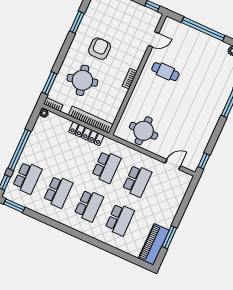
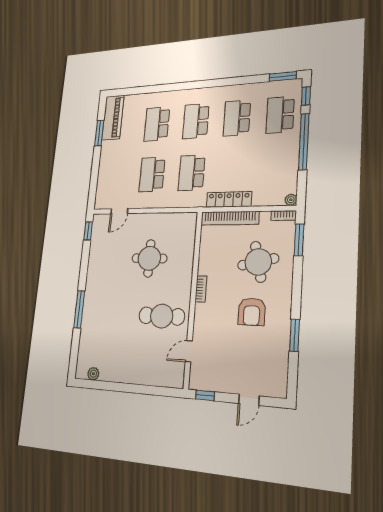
window: (203, 29) -> (134, 388), removed
cafe table: (165, 72) -> (162, 316), width x1.37, depth x1.35
round table: (144, 131) -> (149, 258), moved

